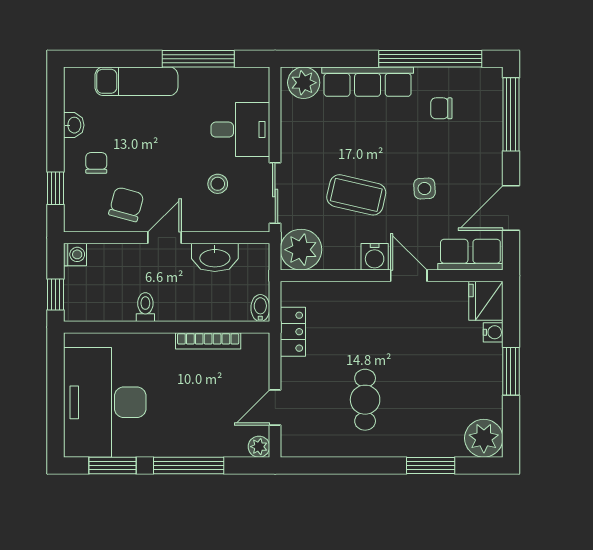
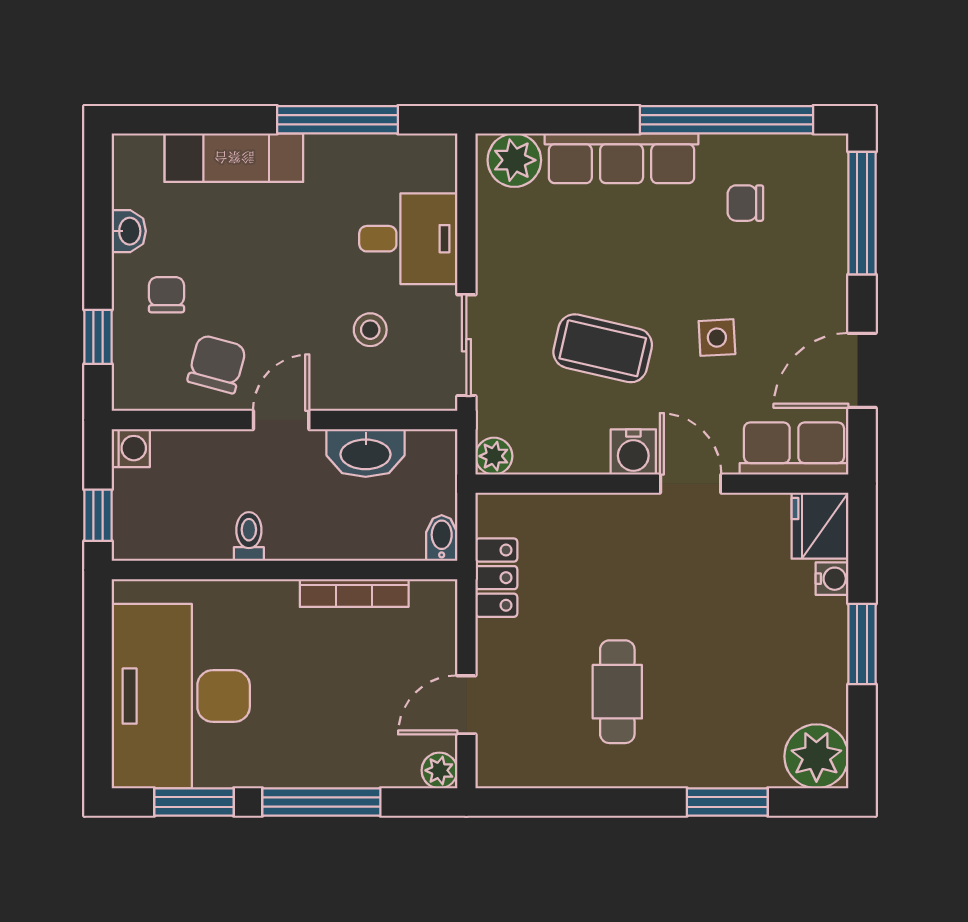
plant: (301, 250) -> (494, 456), width x0.53, depth x0.53

